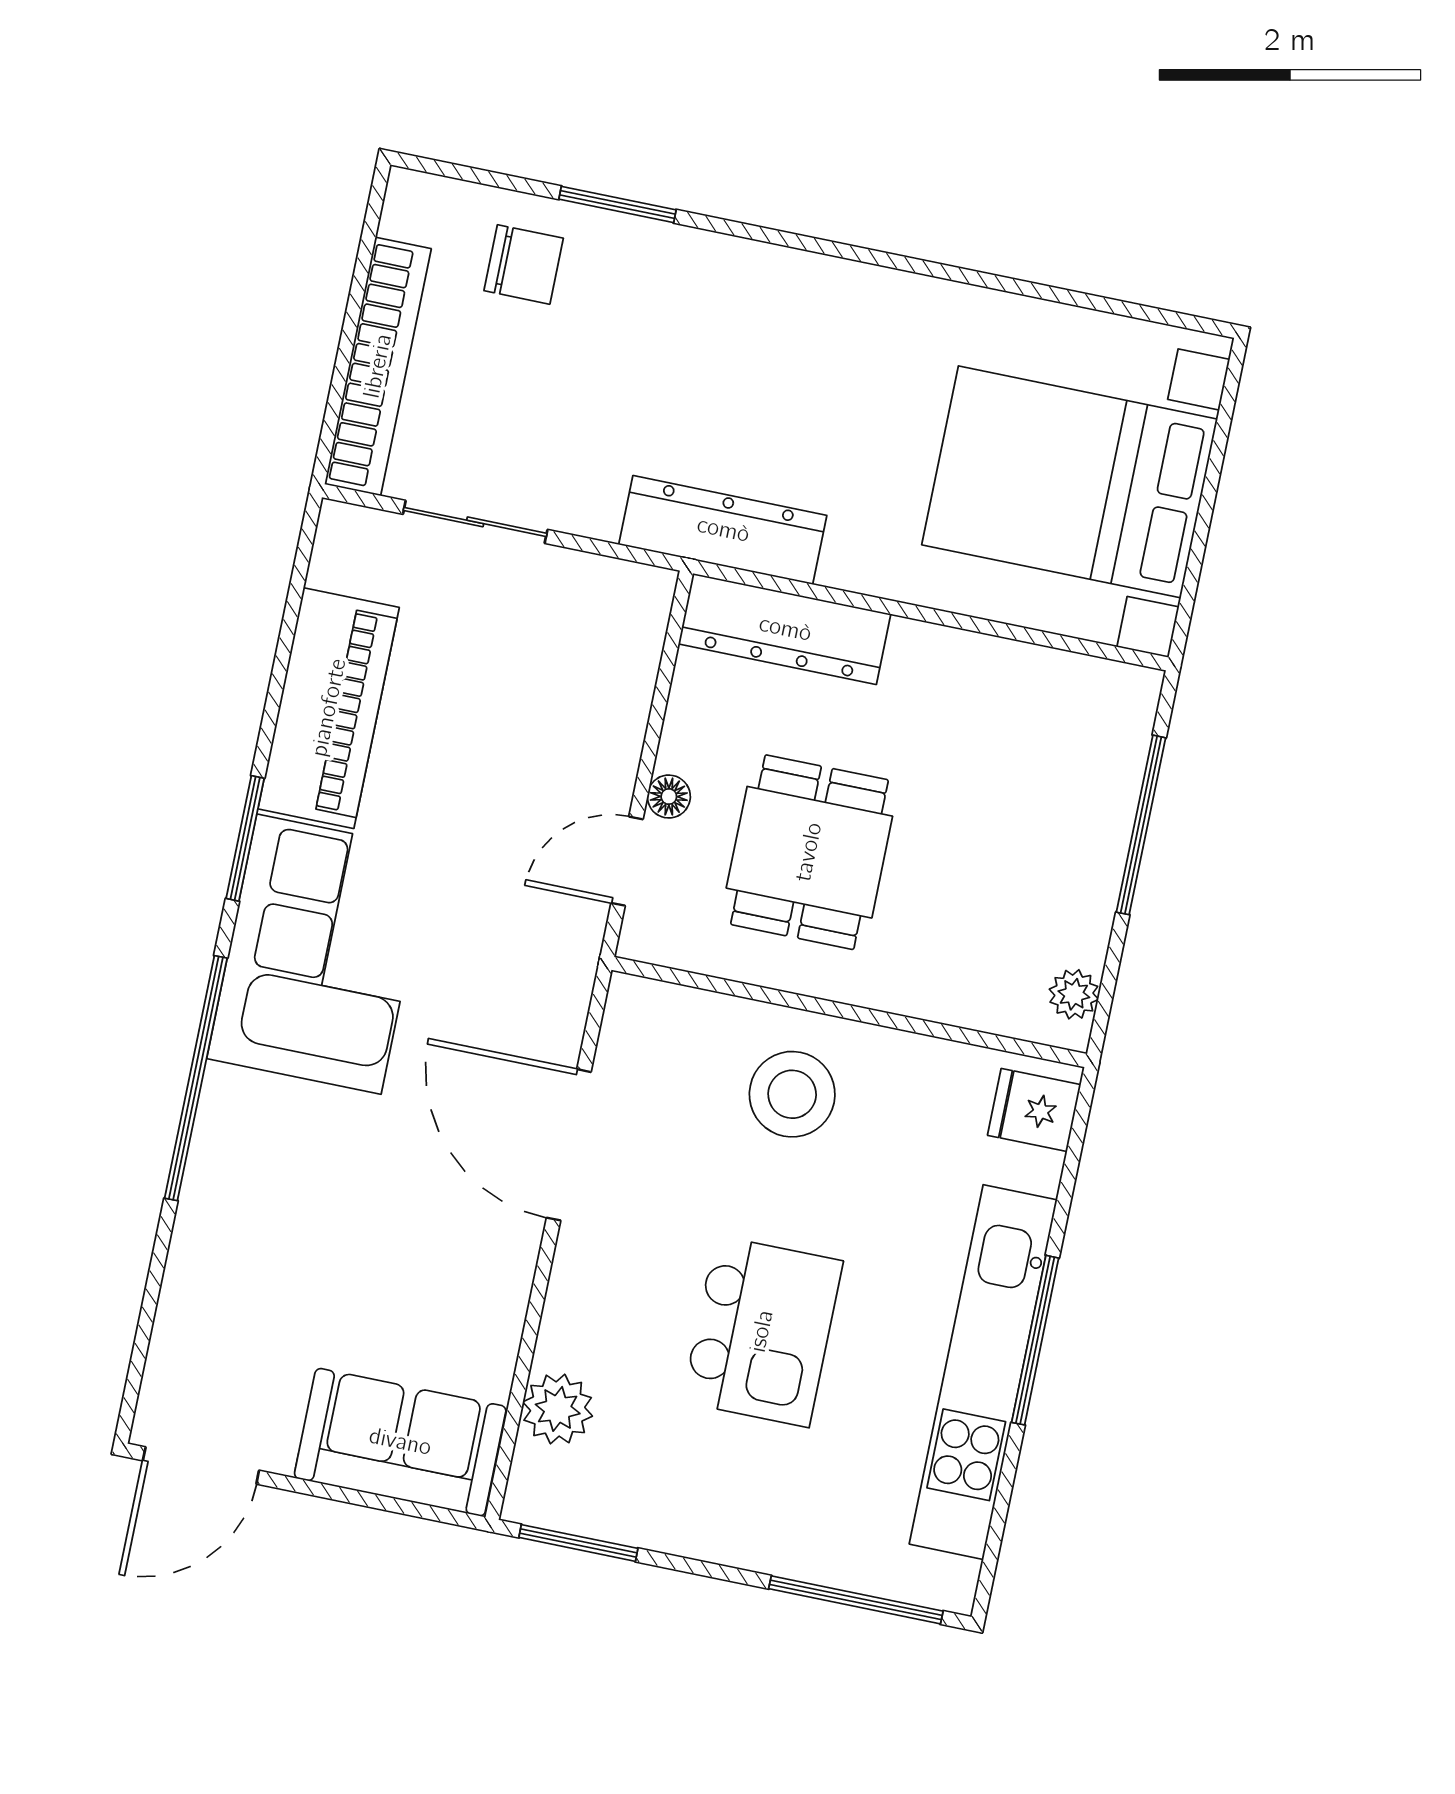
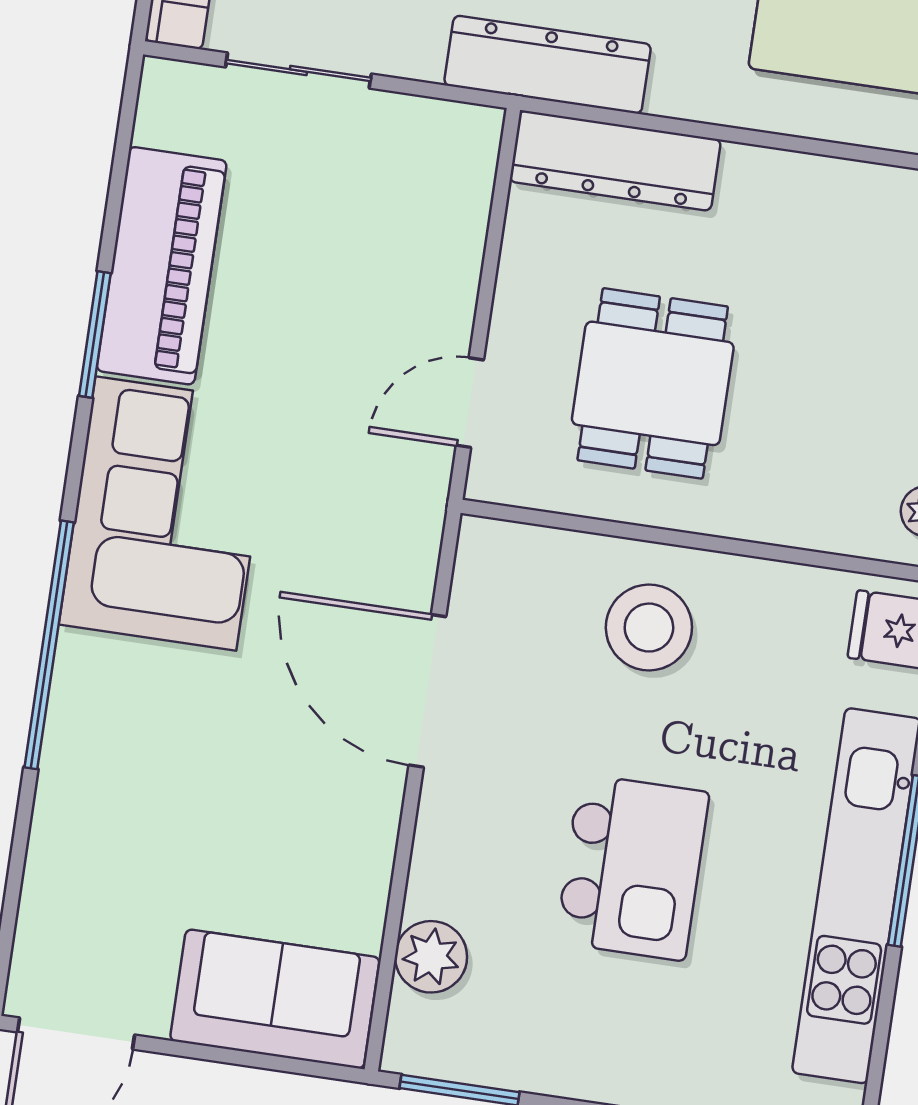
floor lamp: (669, 797) -> (508, 335), removed
window: (245, 838) -> (95, 335), moved

